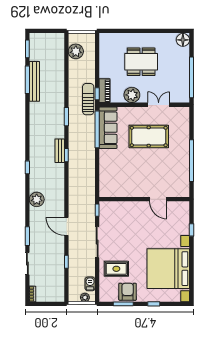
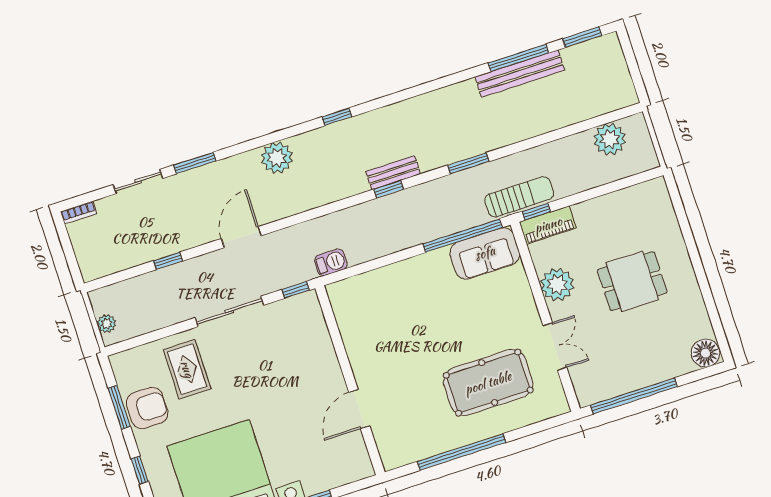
dining table: (141, 62) -> (632, 281), width x0.73
sofa: (108, 128) -> (485, 253), width x0.73
pool table: (149, 136) -> (488, 383), moved, turned 90
barbecue: (90, 284) -> (331, 262), moved

